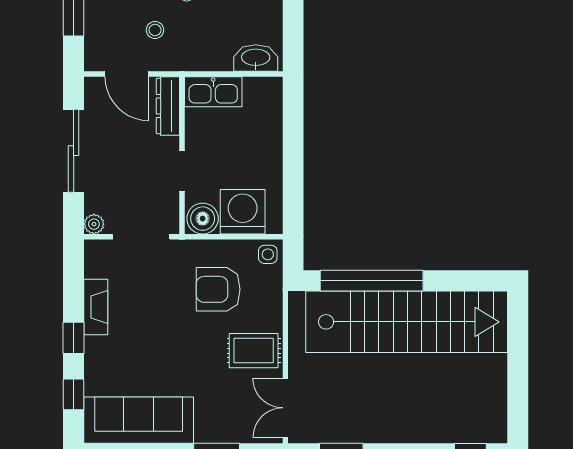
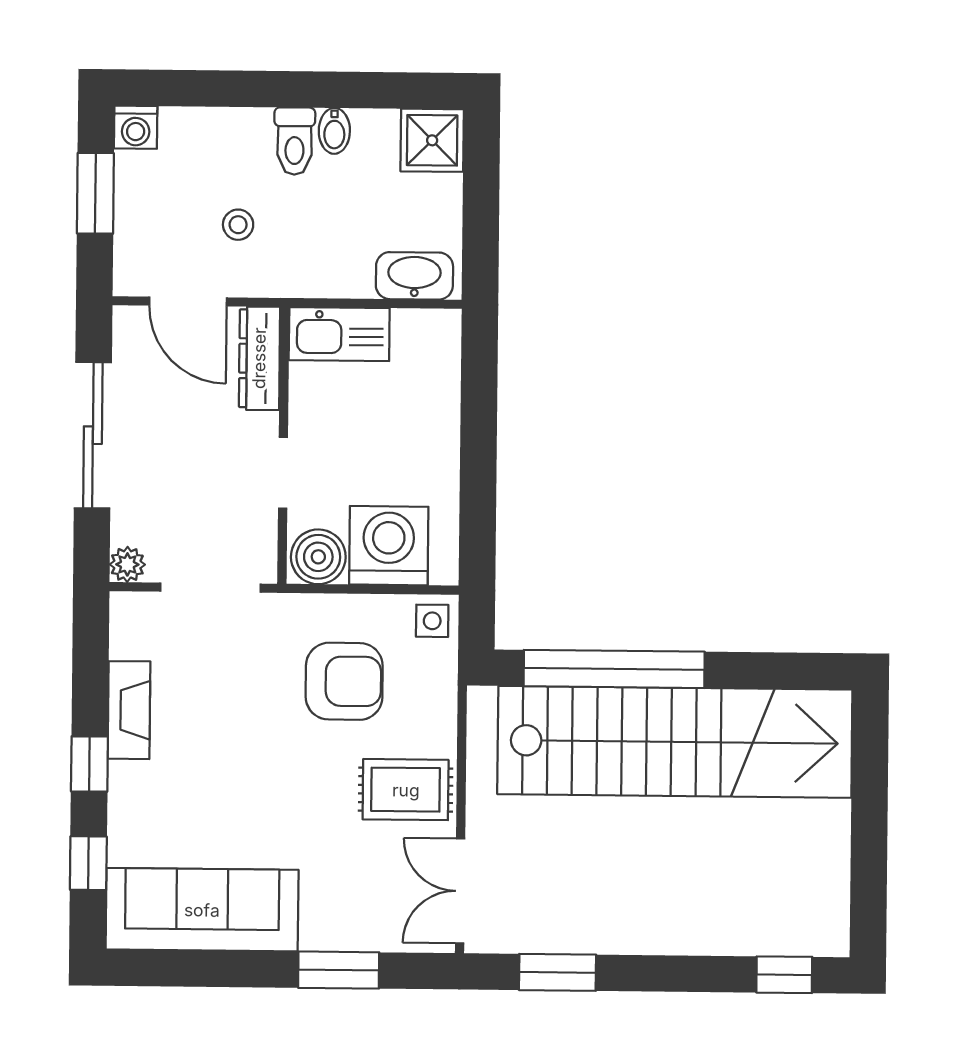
armchair: (218, 289) -> (344, 681), turned 180

